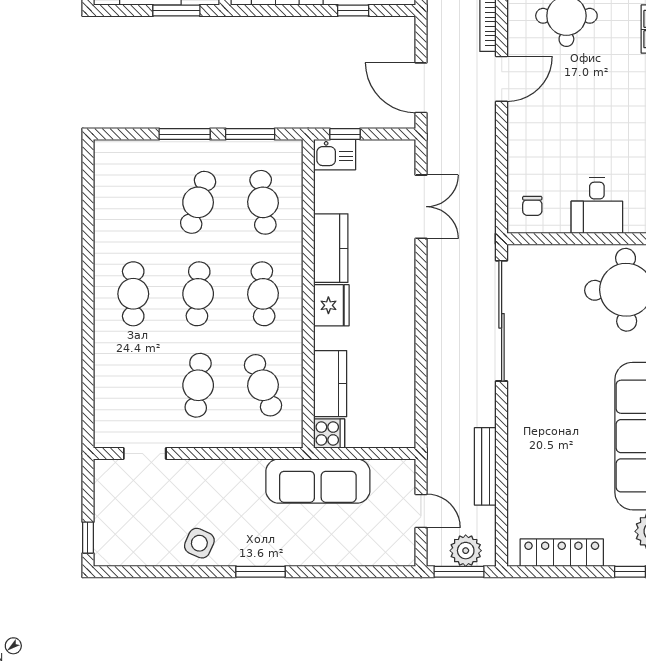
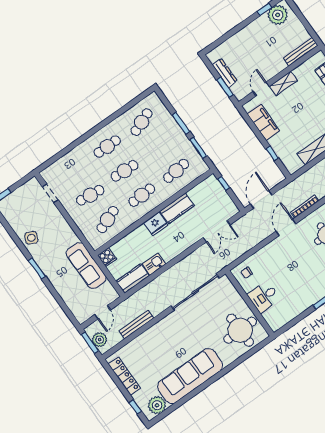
door: (502, 79) -> (286, 227), swing flipped
kitchen sink: (335, 155) -> (154, 264), moved, turned 90
cafe table: (198, 202) -> (142, 122), moved, turned -39
kitchen counter: (330, 384) -> (133, 279), moved, turned 180

